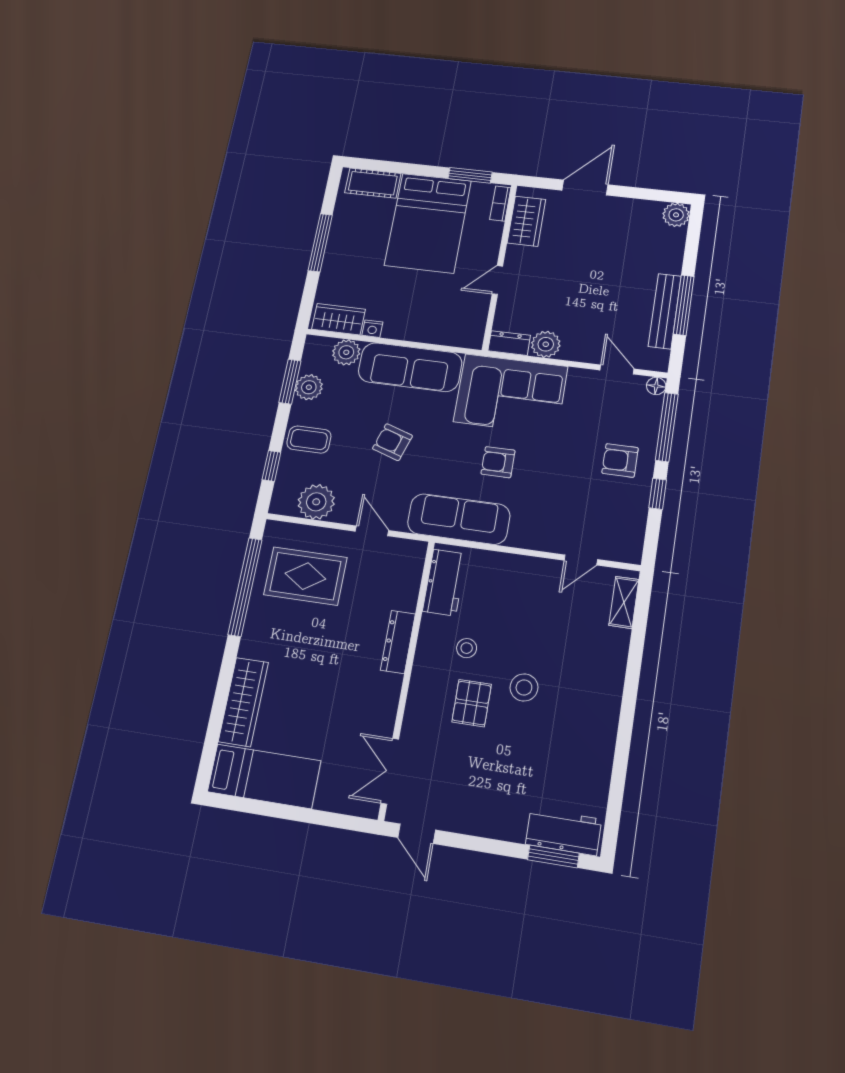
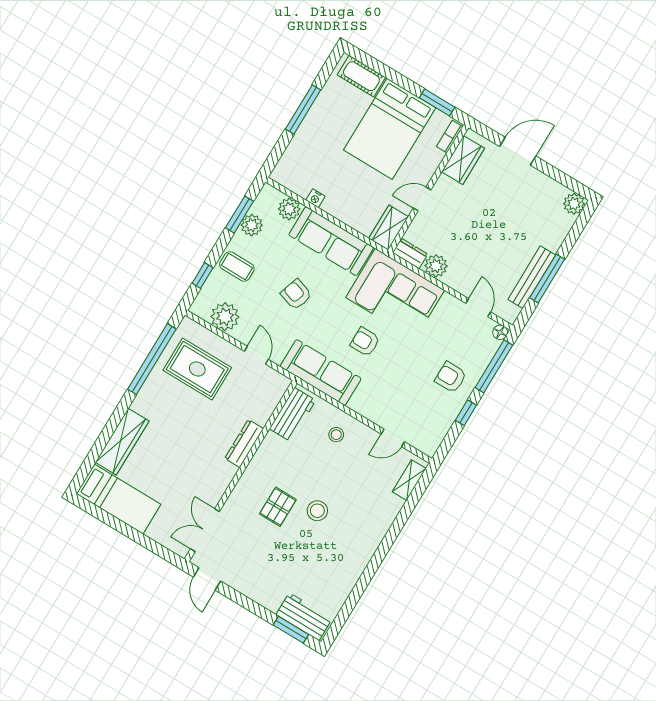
wardrobe: (338, 319) -> (389, 228), moved, turned -90
stool: (467, 648) -> (336, 435), moved

